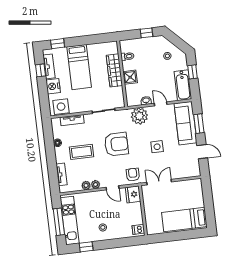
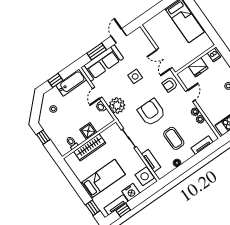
fridge: (133, 194) -> (198, 67), moved

